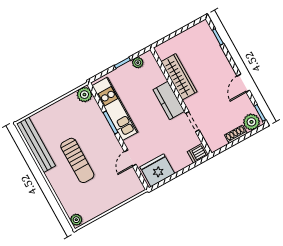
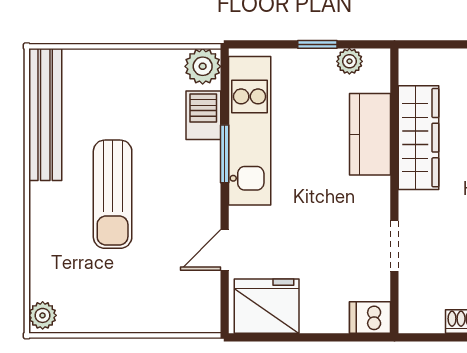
kitchen counter: (169, 101) -> (370, 134), moved
barbecue: (95, 113) -> (203, 115), added

